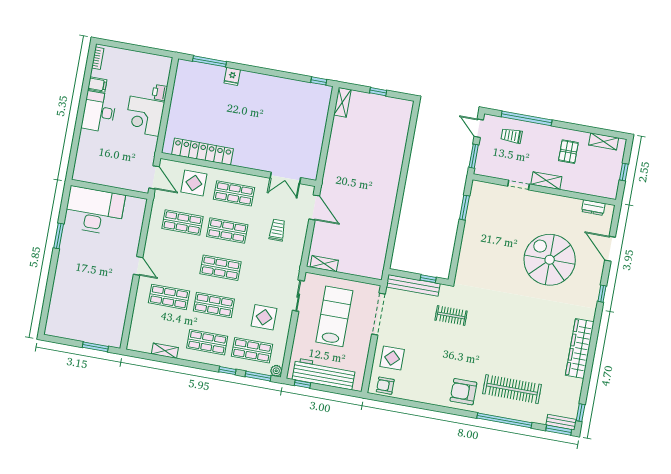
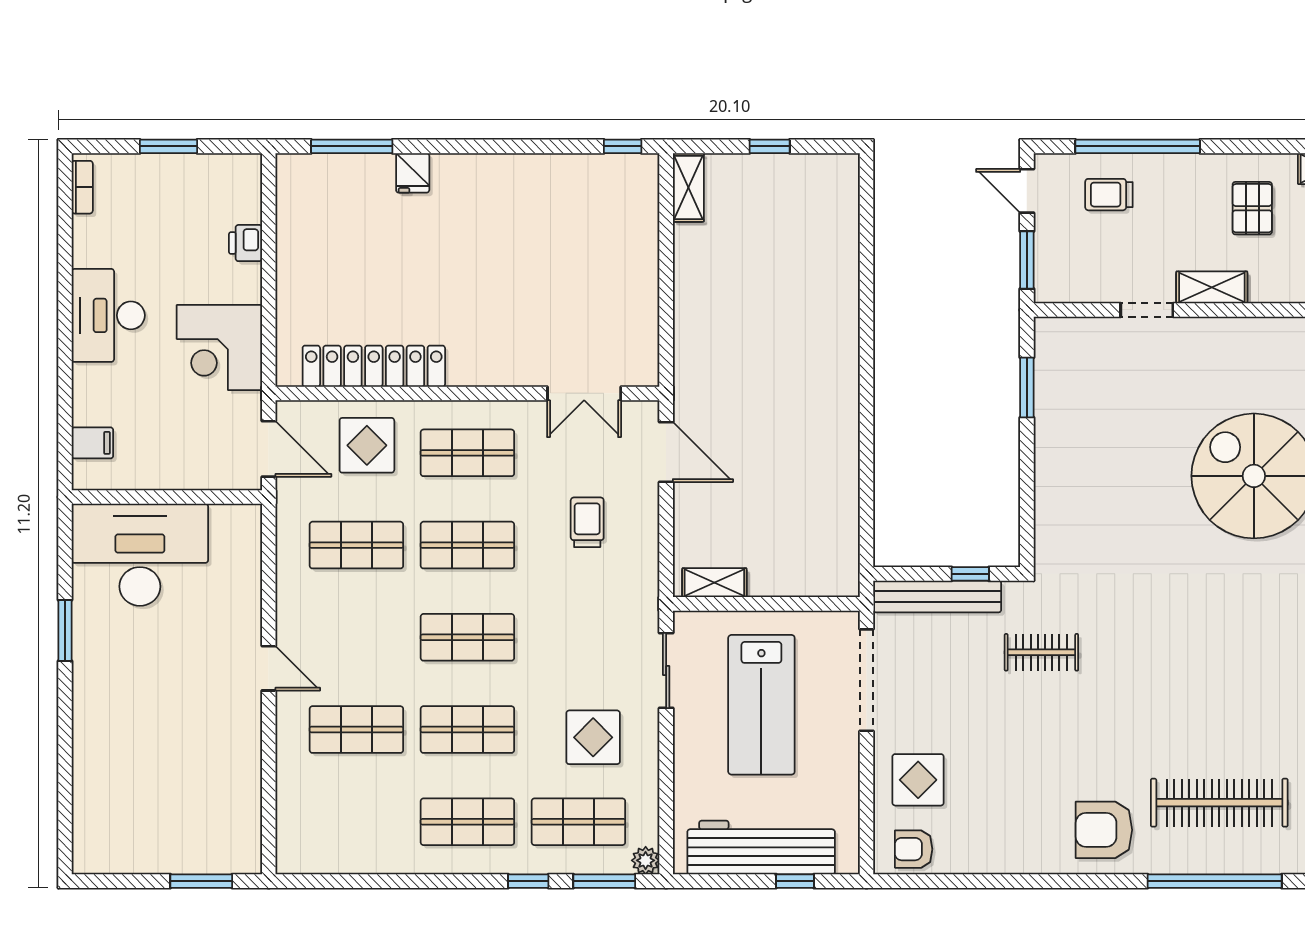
window: (136, 48) -> (169, 146), added
filing cabinet: (97, 85) -> (92, 443), moved
corner desk: (144, 116) -> (219, 348), moved
lab bench: (334, 316) -> (761, 705), turned 180
shelving: (165, 351) -> (370, 860), removed
window: (302, 384) -> (795, 881), moved

